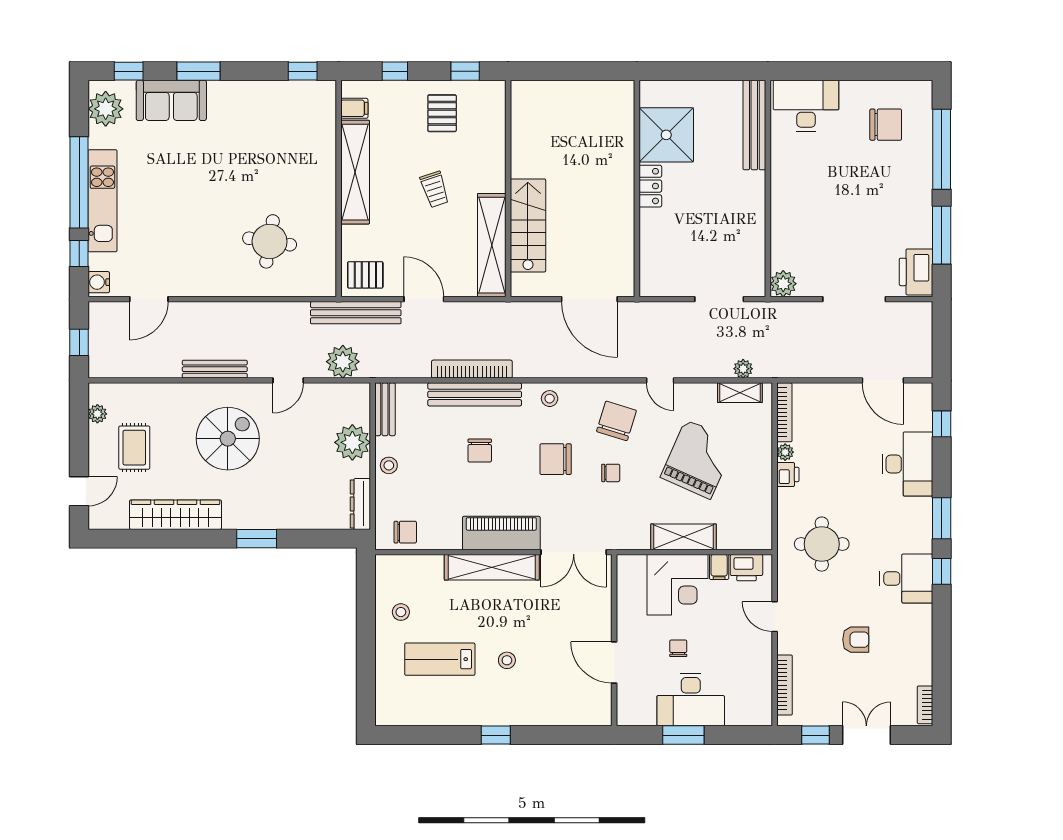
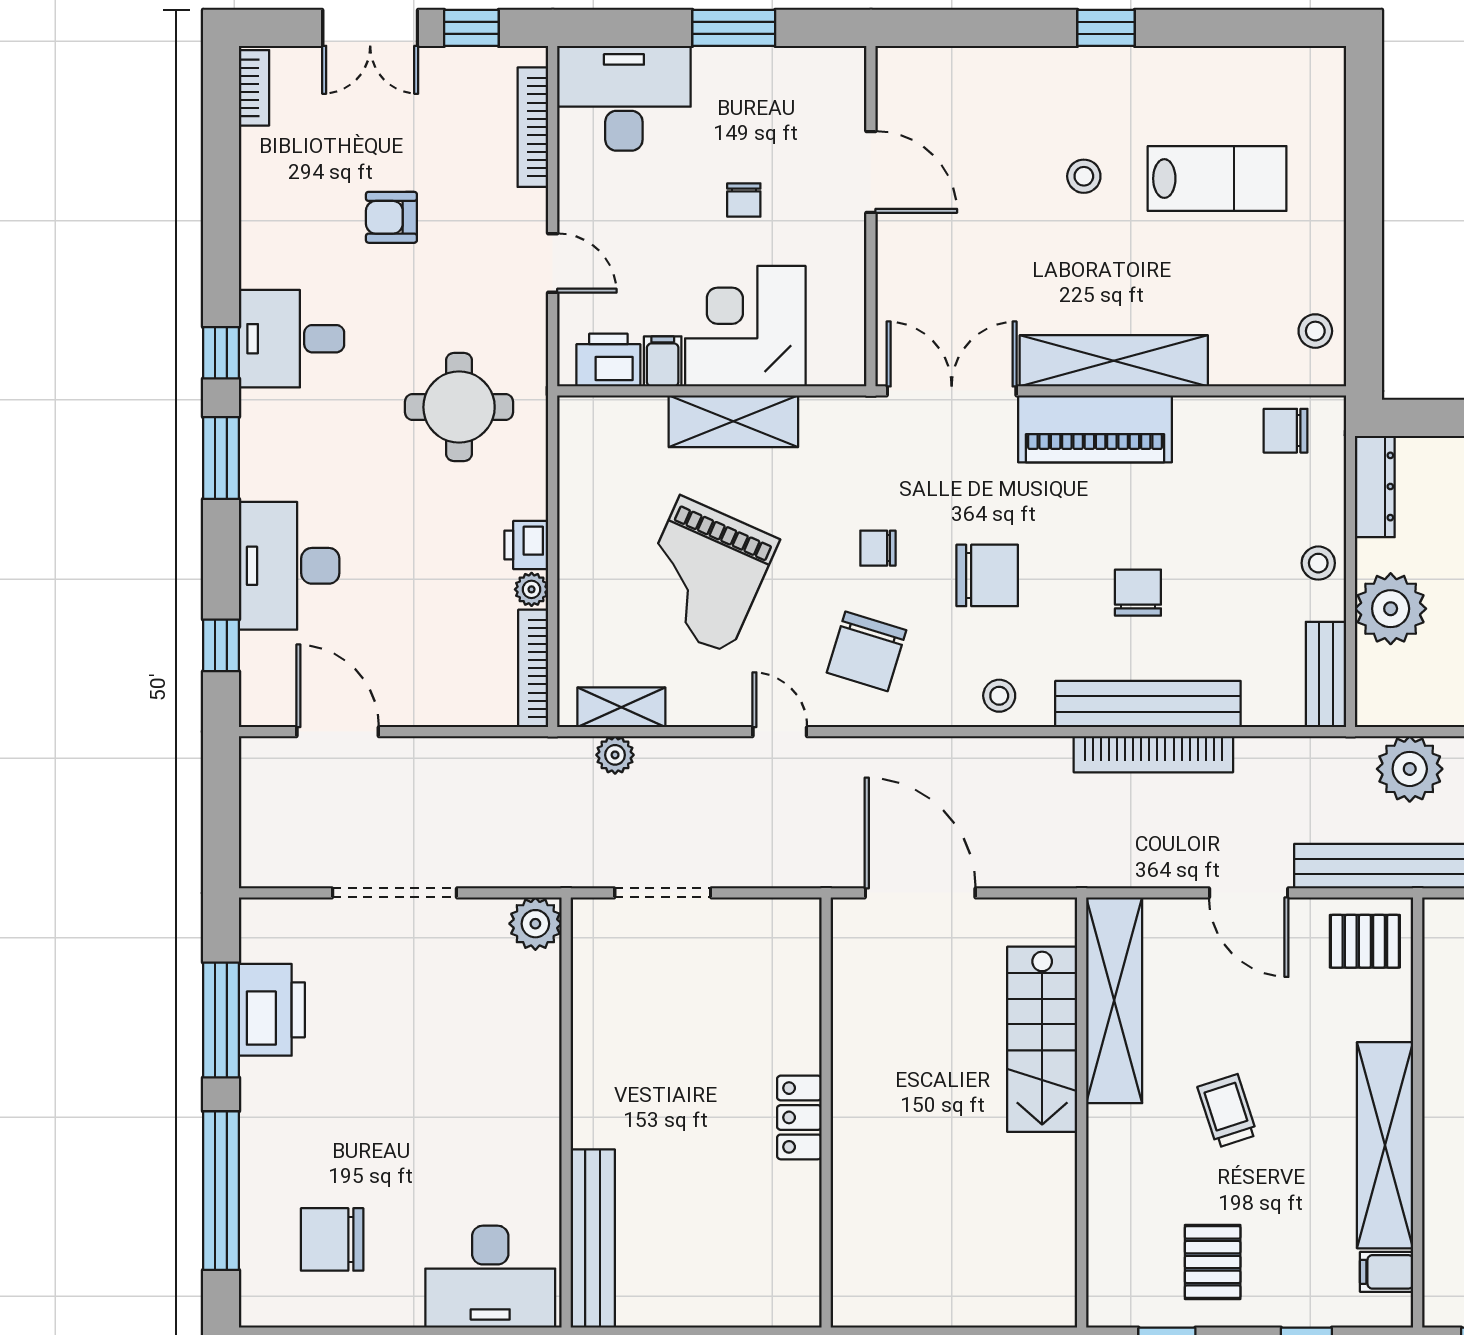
shower: (666, 135) -> (768, 1219), removed
printer: (916, 272) -> (272, 1010), moved
stool: (401, 612) -> (1315, 331), moved
desk: (691, 700) -> (624, 98), moved

